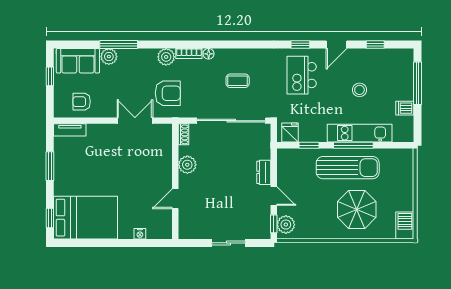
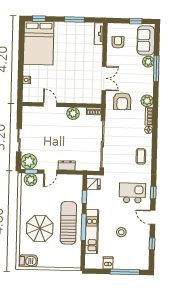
coffee table: (238, 81) -> (141, 156), moved
sun lounger: (348, 168) -> (68, 223), turned 180
plant: (259, 228) -> (29, 161), added

